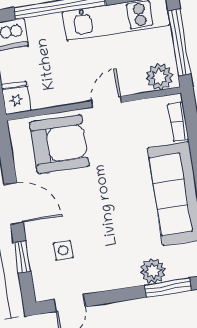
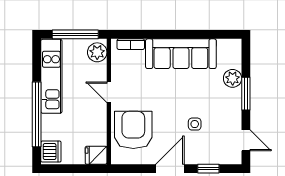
side table: (63, 250) -> (195, 124), moved
window: (168, 287) -> (246, 94), moved

